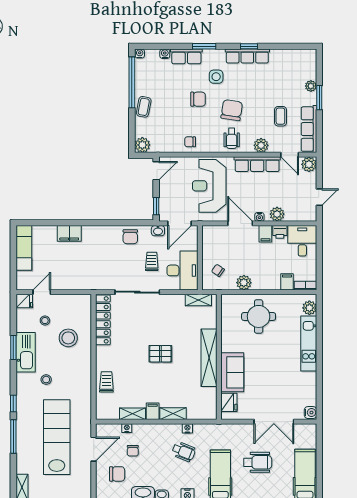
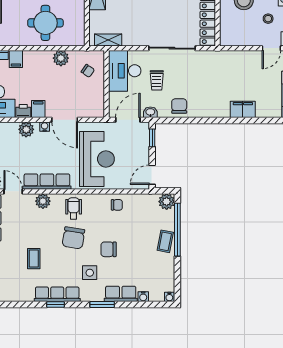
window: (132, 82) -> (177, 230), moved
coffee table: (280, 116) -> (34, 259), moved

